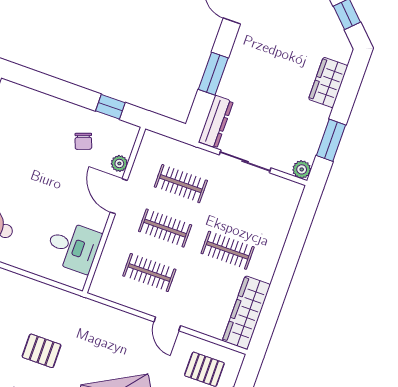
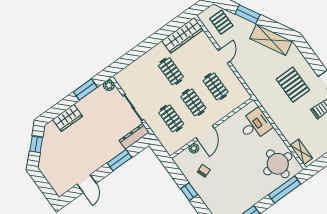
window: (110, 107) -> (189, 192), moved
desk: (73, 247) -> (255, 125), moved, turned 90
pallet: (42, 351) -> (293, 85), width x1.50, depth x1.42

